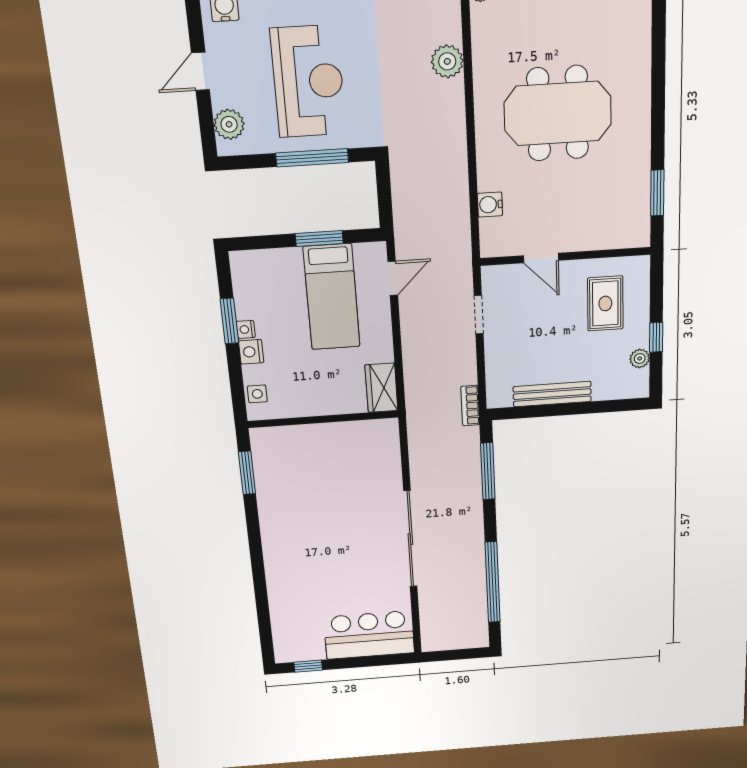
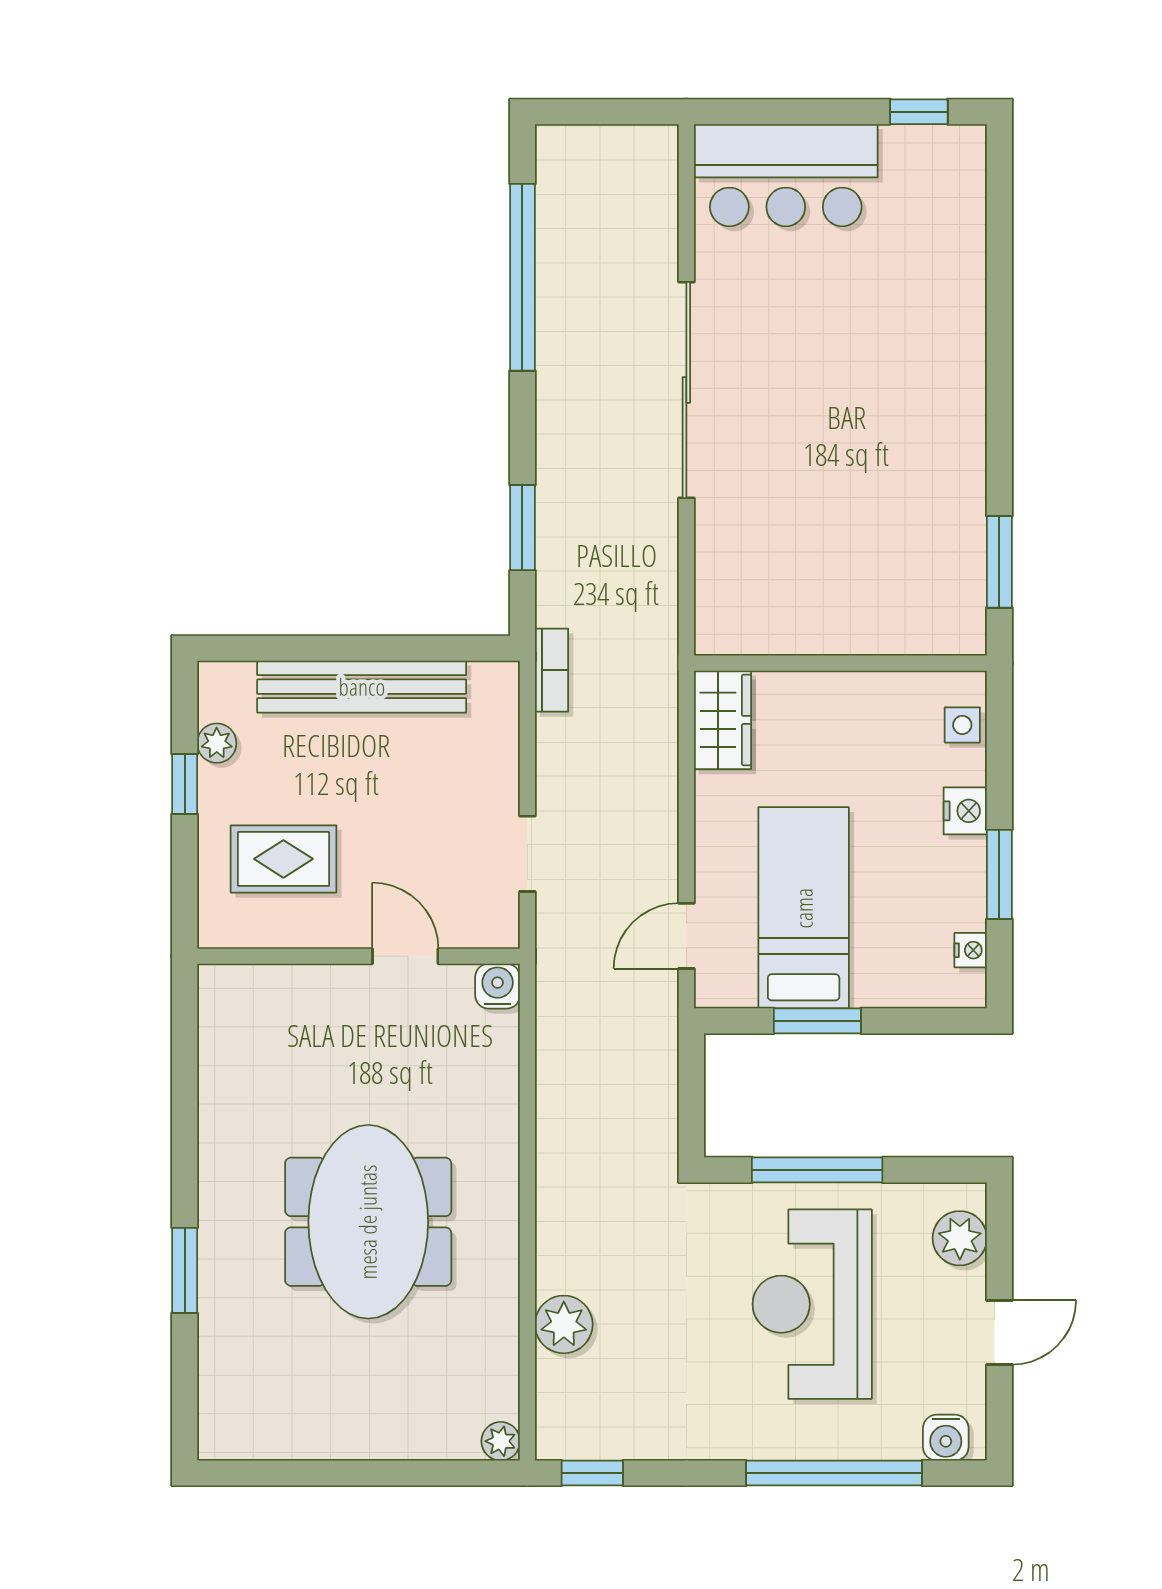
meeting table: (558, 113) -> (368, 1222), turned 90
window: (657, 193) -> (185, 1270), moved
water cooler: (490, 205) -> (498, 986), moved, turned -90
rug: (605, 303) -> (283, 859), turned 90
nightstand: (246, 329) -> (971, 950), moved
bench: (552, 394) -> (362, 687), width x1.37, depth x1.21
window: (488, 471) -> (522, 528), width x0.69

